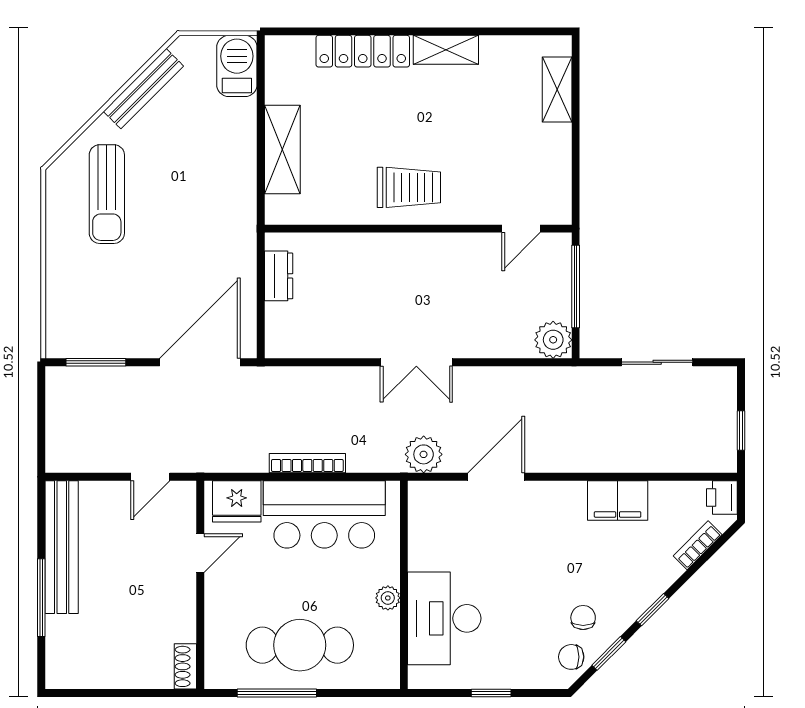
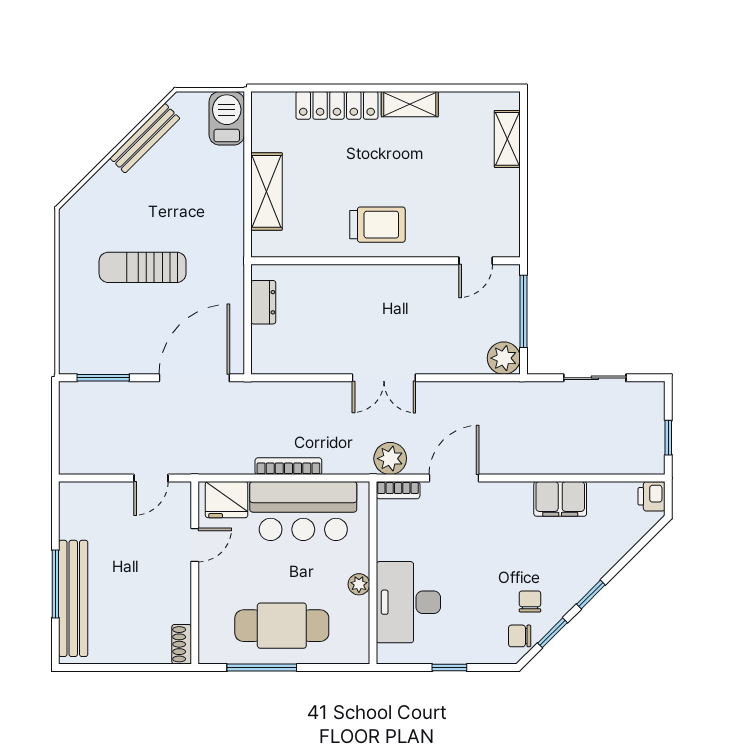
sun lounger: (107, 194) -> (143, 267), moved, turned 90
bookcase: (698, 545) -> (398, 490), moved, turned -135
bench: (62, 547) -> (73, 598), moved

